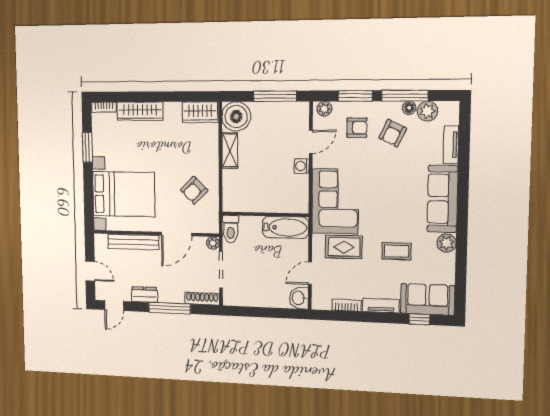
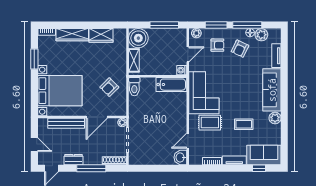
wardrobe: (200, 112) -> (101, 35), moved
wall: (265, 214) -> (158, 76), moved
bathtub: (285, 227) -> (171, 85), moved
toilet: (231, 229) -> (134, 87), moved

